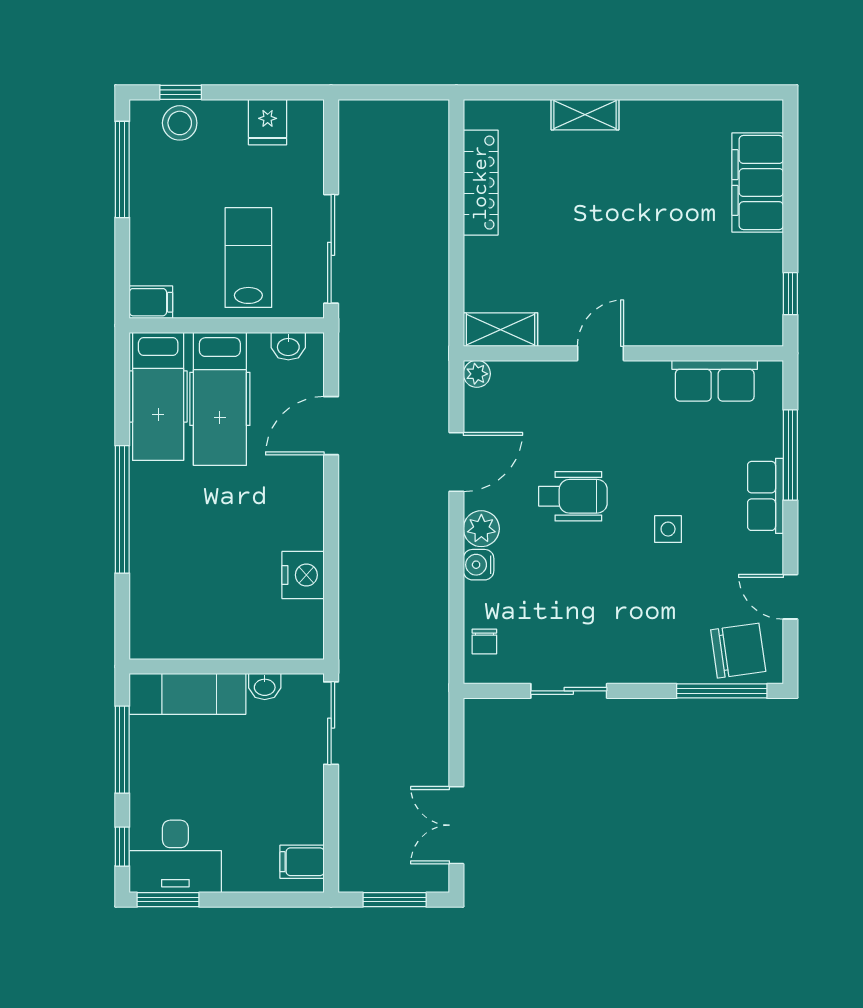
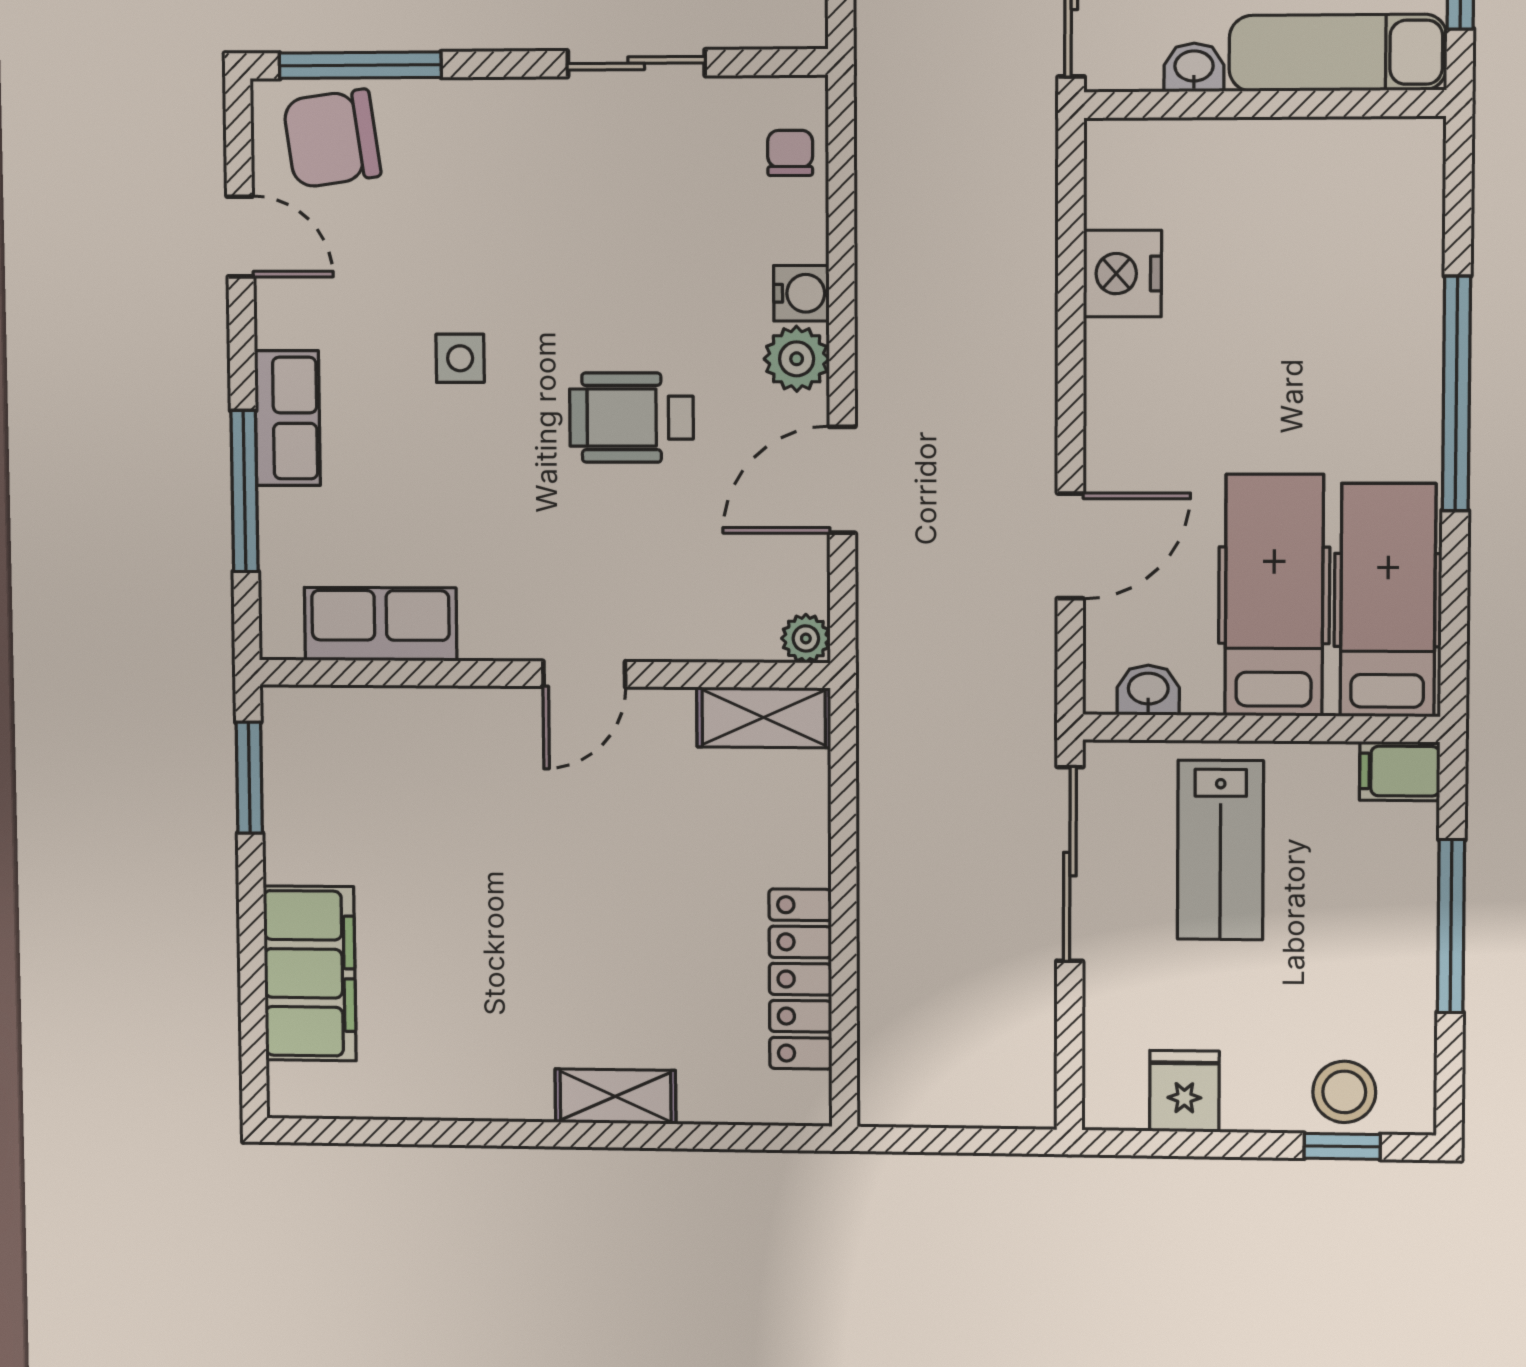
window: (122, 169) -> (1451, 926), moved
window: (790, 294) -> (249, 778), width x1.50

